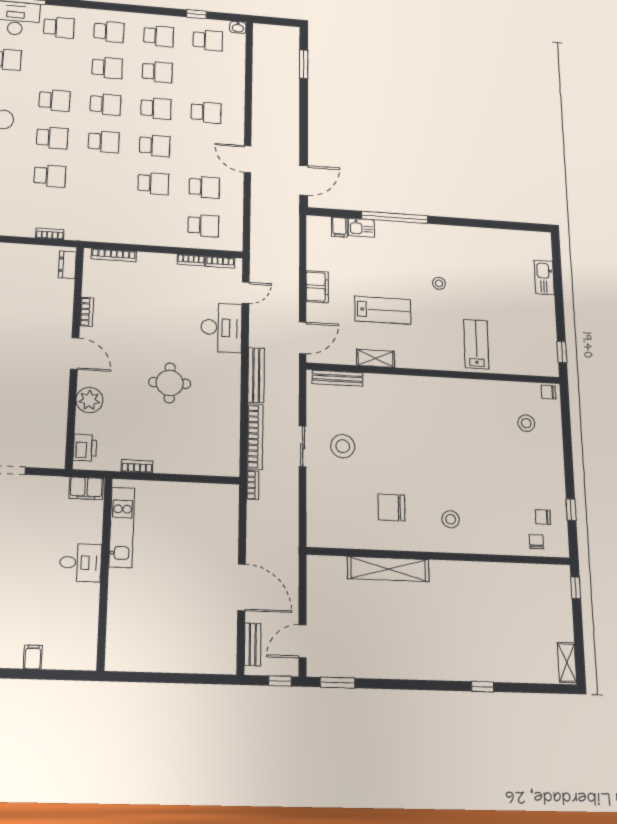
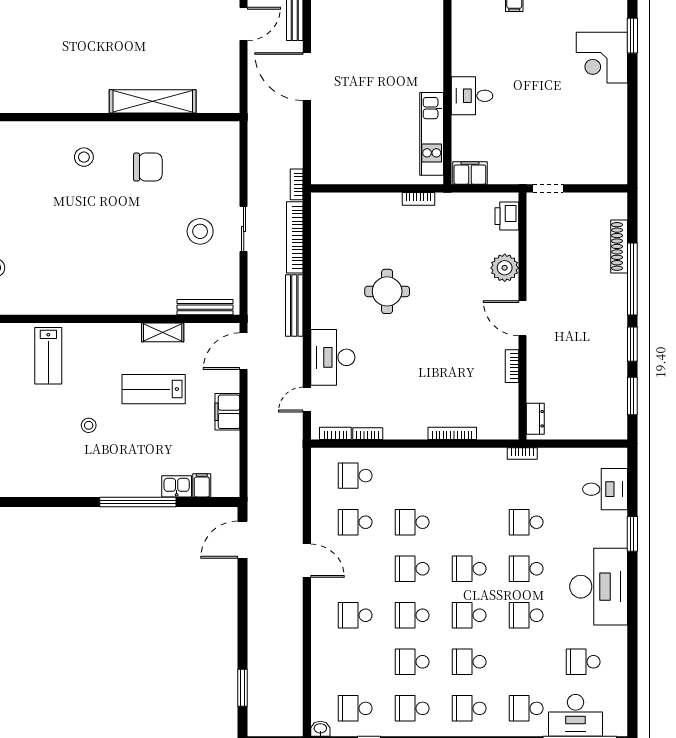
dresser: (67, 265) -> (535, 419), moved
bookcase: (87, 312) -> (512, 366), moved
door: (75, 354) -> (523, 318), moved
wall: (75, 356) -> (523, 316), moved
plant: (89, 400) -> (505, 268), moved
printer: (85, 448) -> (507, 216), moved

